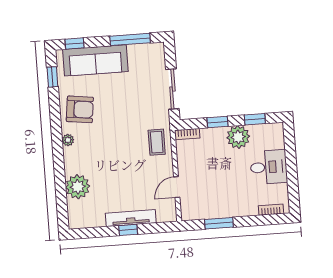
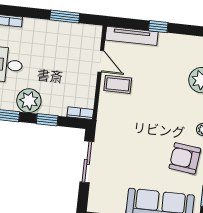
coffee table: (157, 142) -> (118, 84), moved, turned 90
door: (177, 187) -> (101, 61), hinge flipped
tv unit: (131, 218) -> (132, 36), moved

